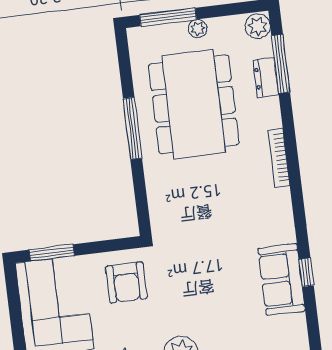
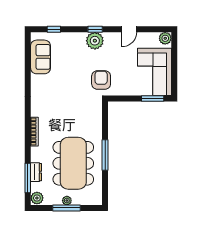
window: (168, 17) -> (66, 208), moved
window: (306, 272) -> (28, 73), removed
sofa: (282, 280) -> (41, 57), moved
armchair: (126, 282) -> (101, 80), moved

